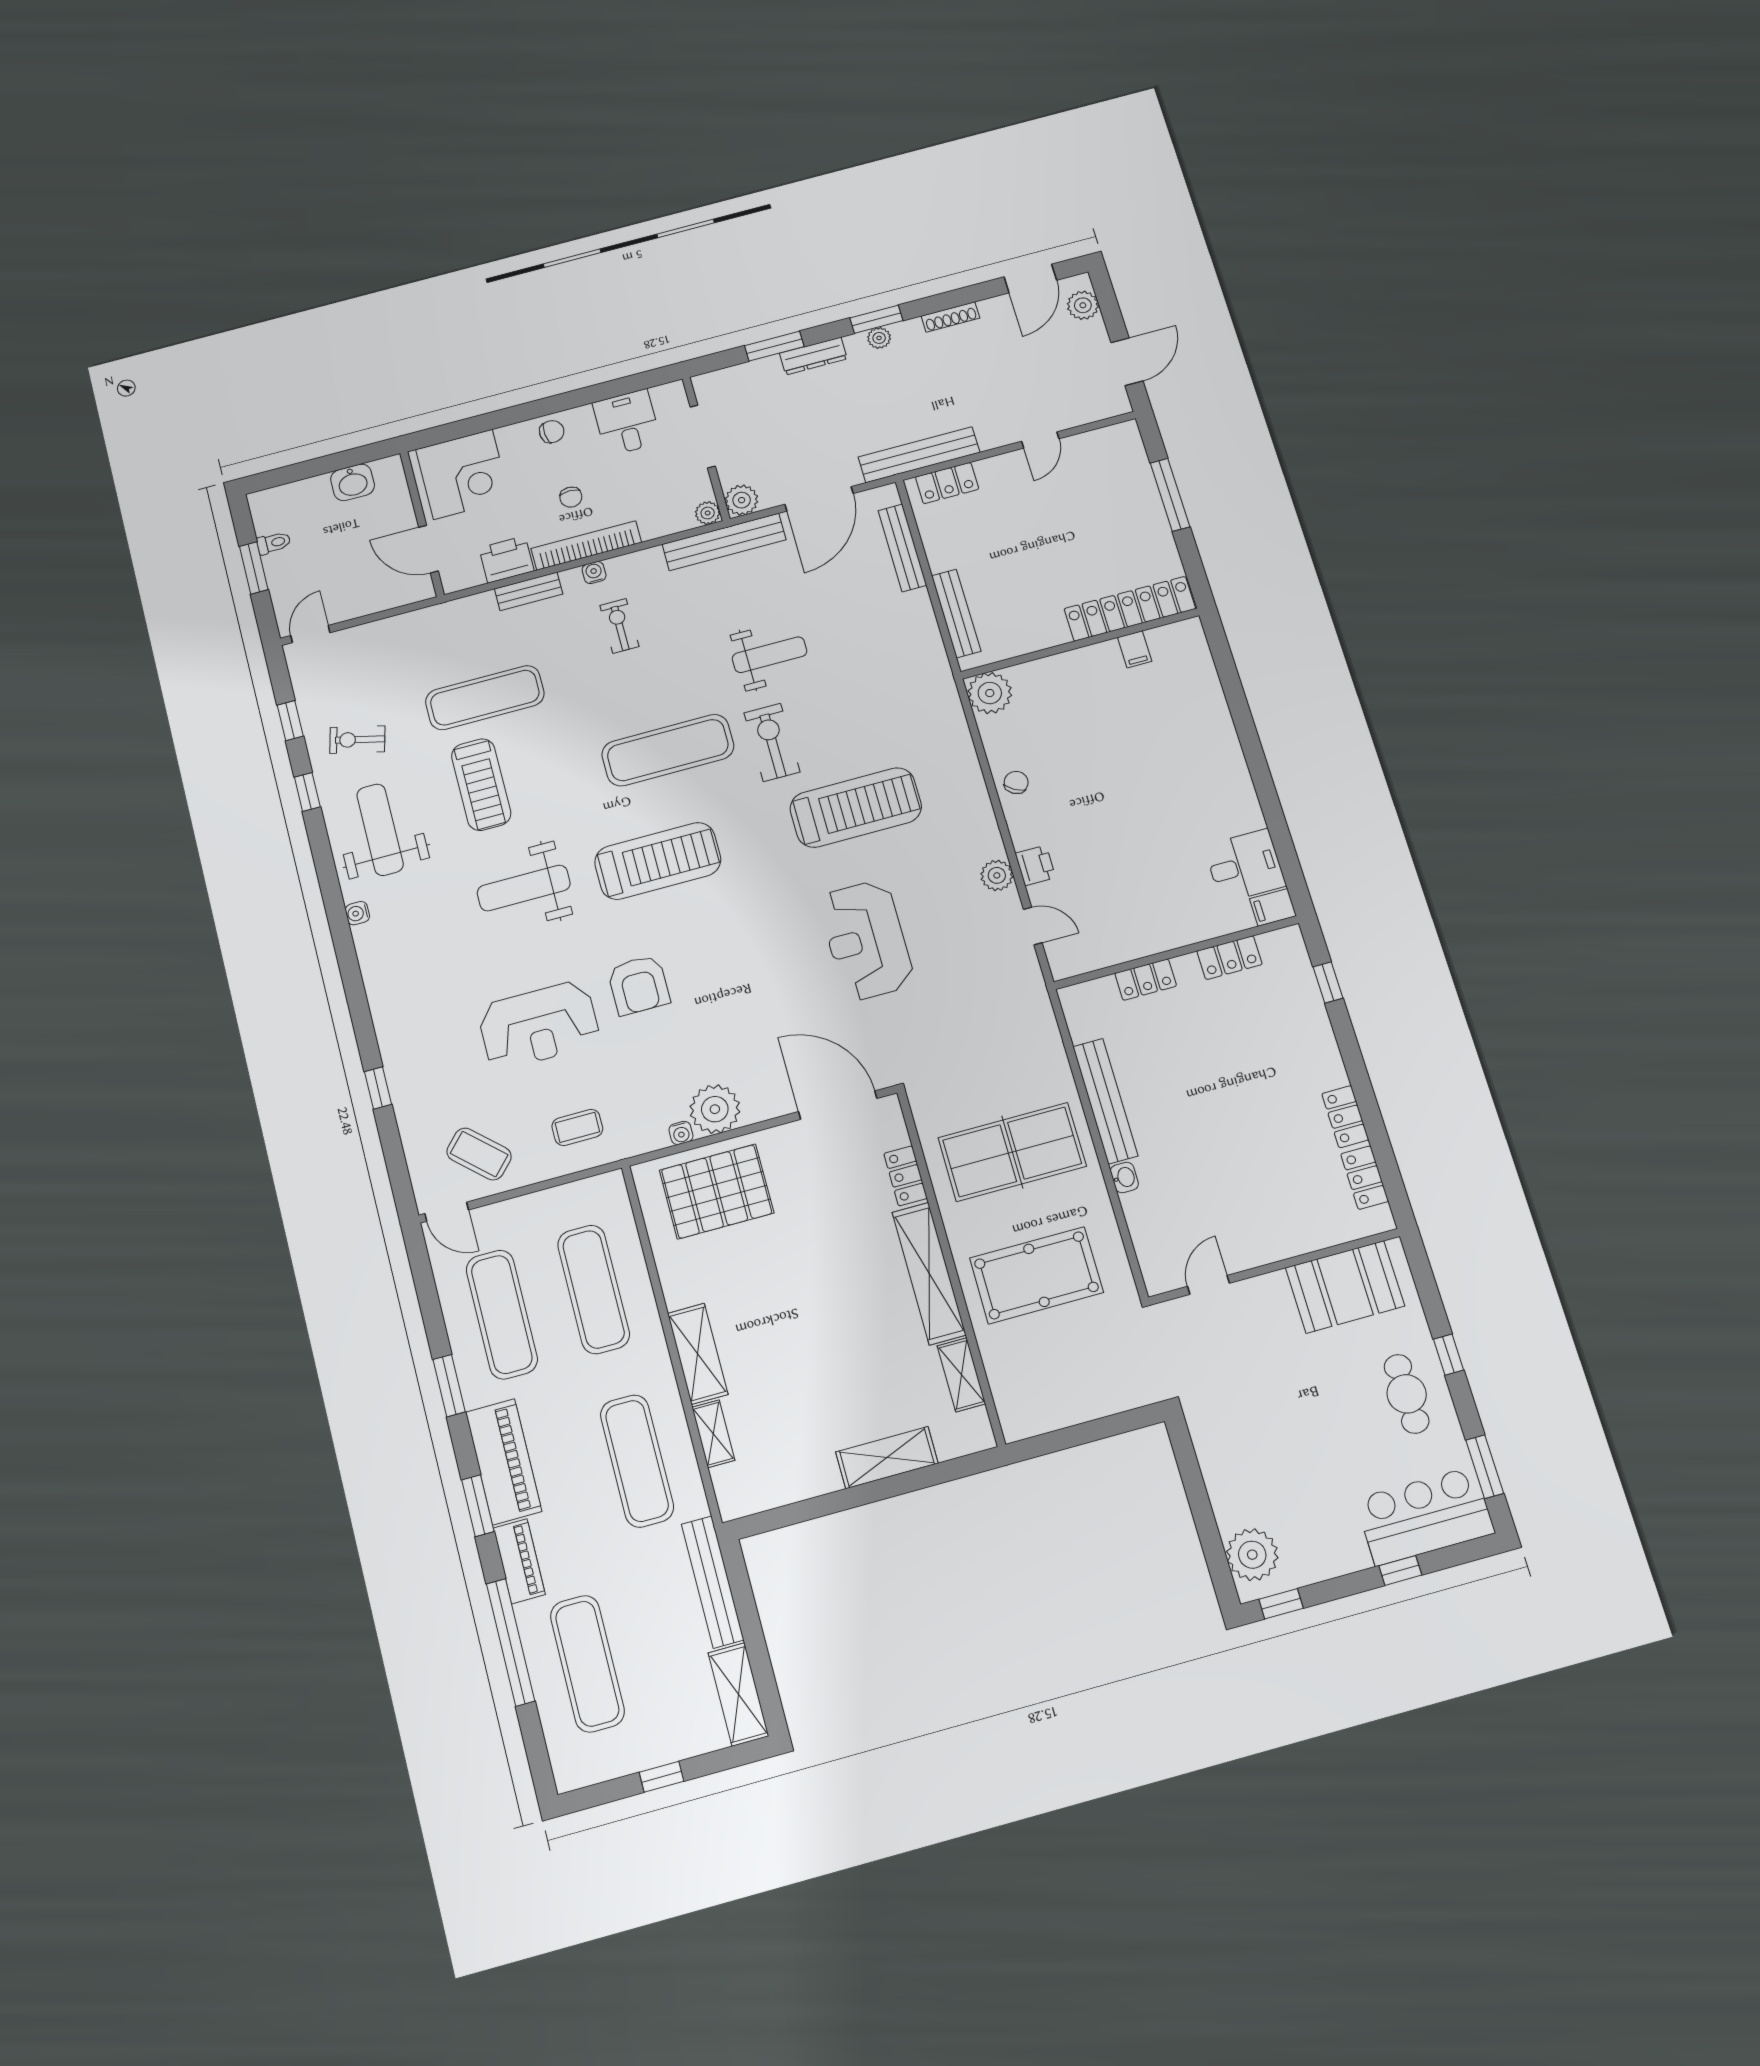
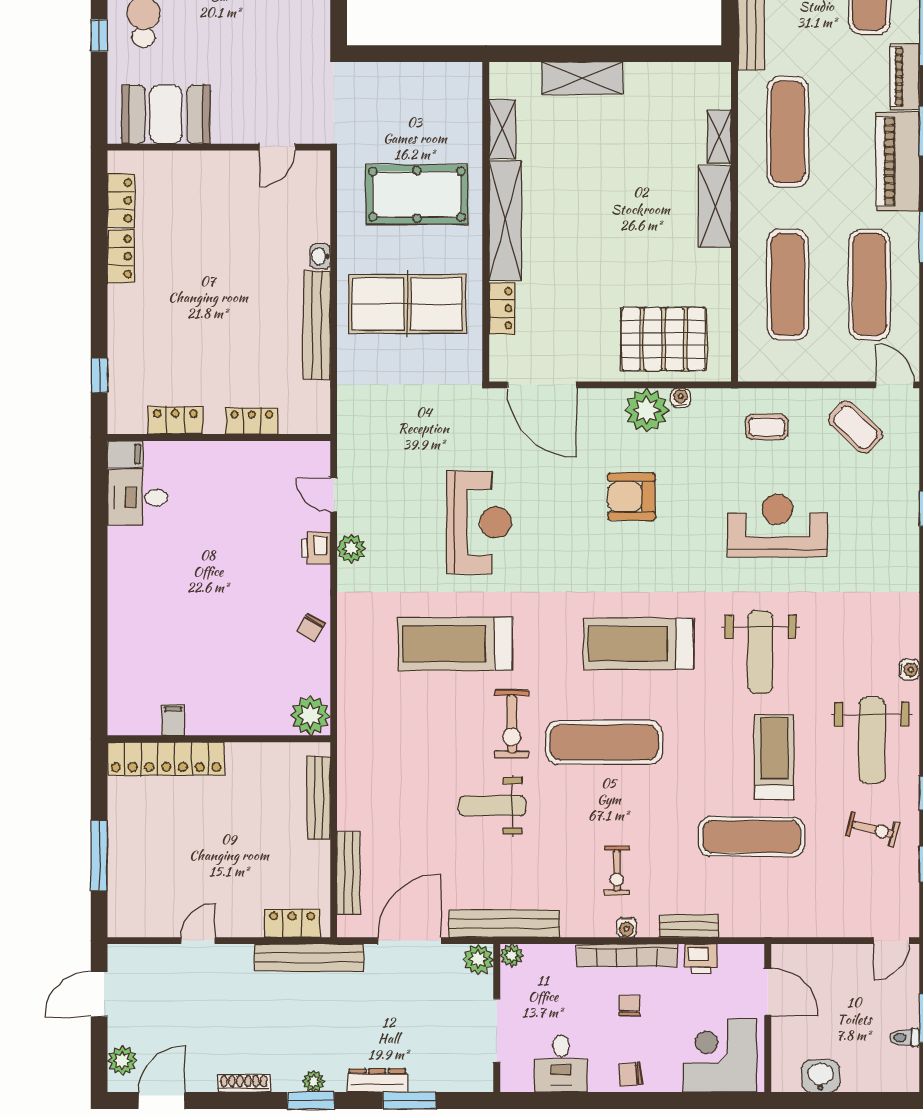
printer: (507, 559) -> (701, 959), width x0.73, depth x0.81
weight bench: (524, 888) -> (760, 652), turned 90
armchair: (639, 985) -> (632, 497), moved, turned -90

